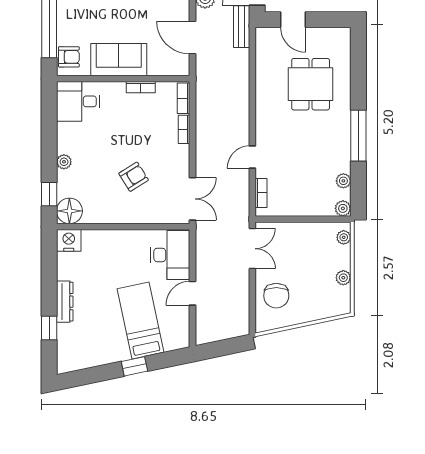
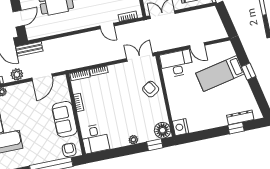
armchair: (134, 177) -> (151, 89), moved
dresser: (65, 302) -> (240, 117), moved

